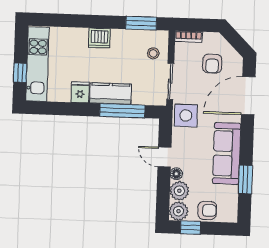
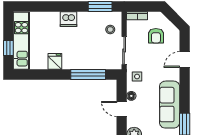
kitchen counter: (111, 94) -> (78, 62), removed
door: (248, 96) -> (185, 60), width x0.53
side table: (186, 116) -> (137, 77), width x0.54, depth x0.54
floor lamp: (176, 174) -> (131, 96), moved

